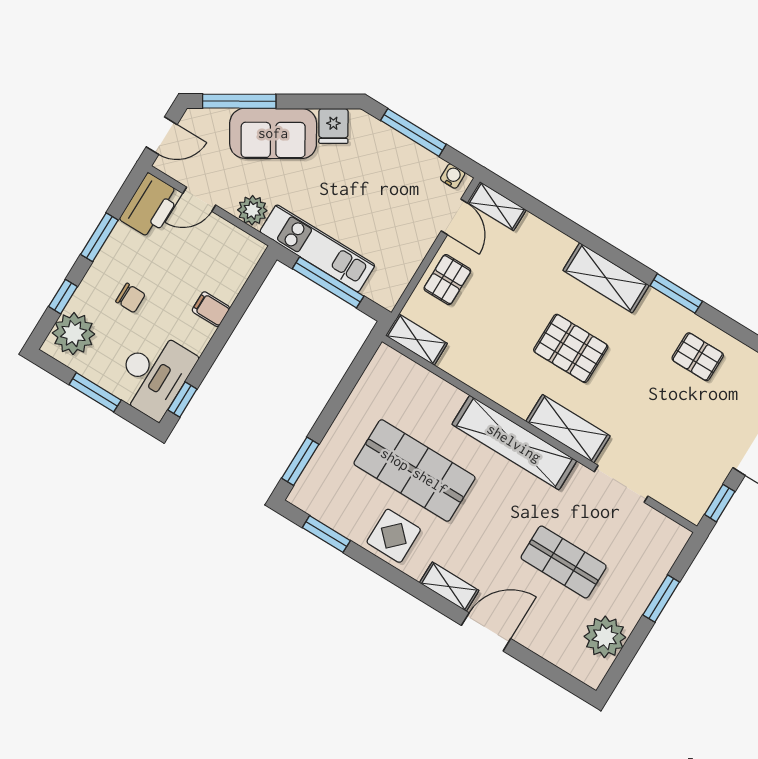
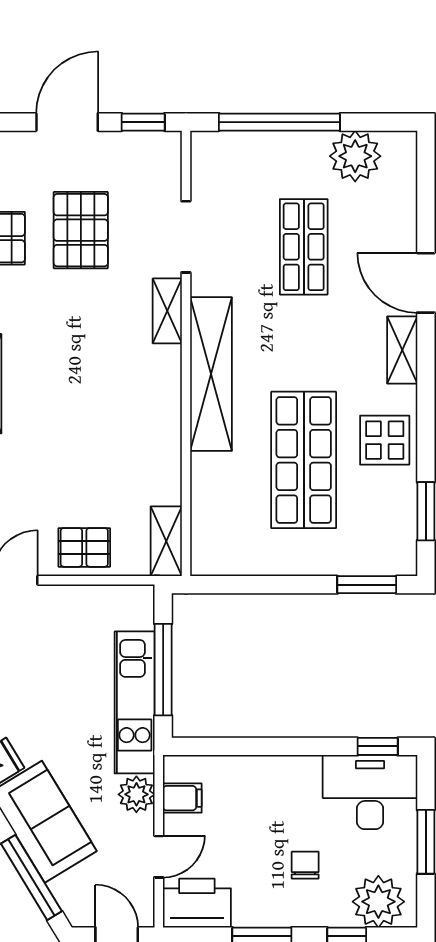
door: (199, 199) -> (159, 857), hinge flipped
filing cabinet: (211, 309) -> (182, 798), moved, turned -90
pallet: (571, 348) -> (81, 230), moved
shelving: (568, 429) -> (167, 311), width x0.67, depth x0.75
window: (661, 598) -> (279, 122), width x2.11

